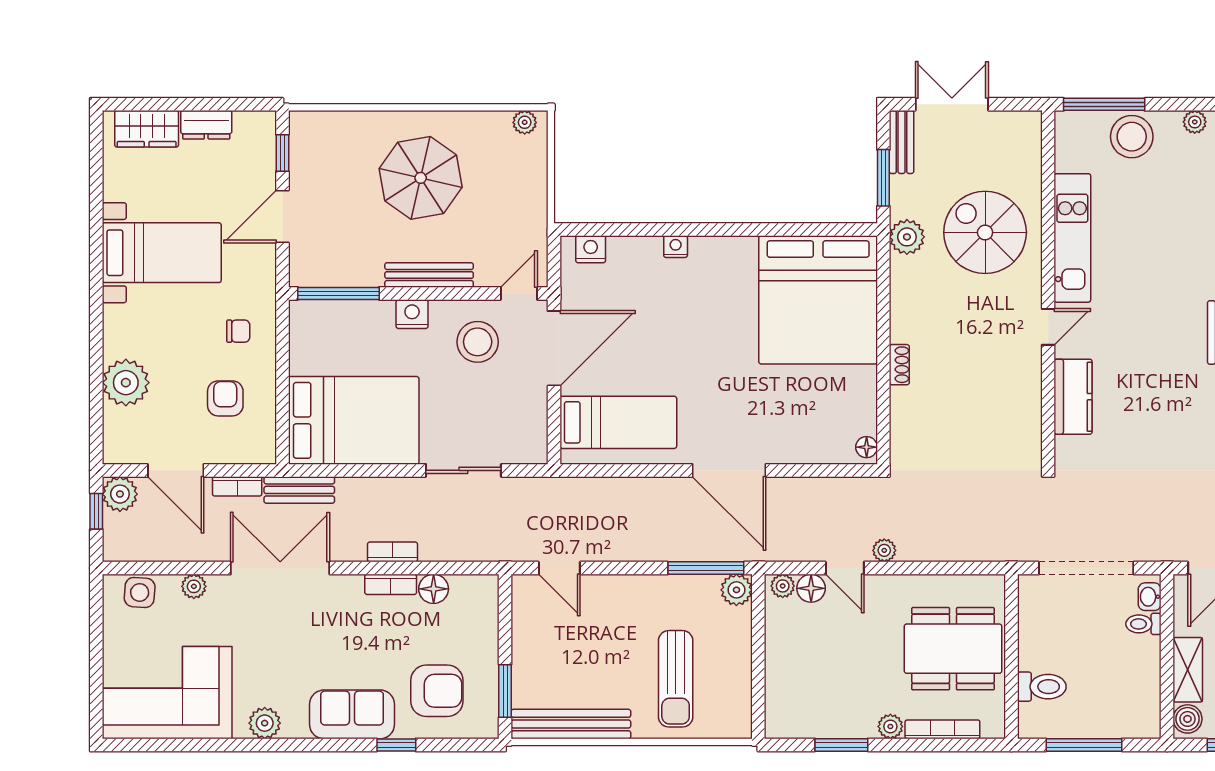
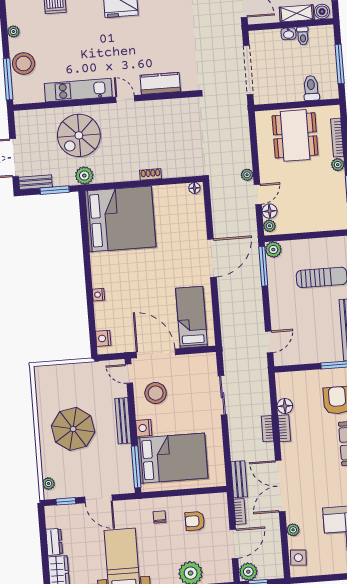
plant: (525, 122) -> (48, 484), moved
bed: (354, 420) -> (172, 458), moved, turned 90
washbasin: (1150, 597) -> (289, 34), moved
toilet: (1143, 624) -> (303, 36), moved

